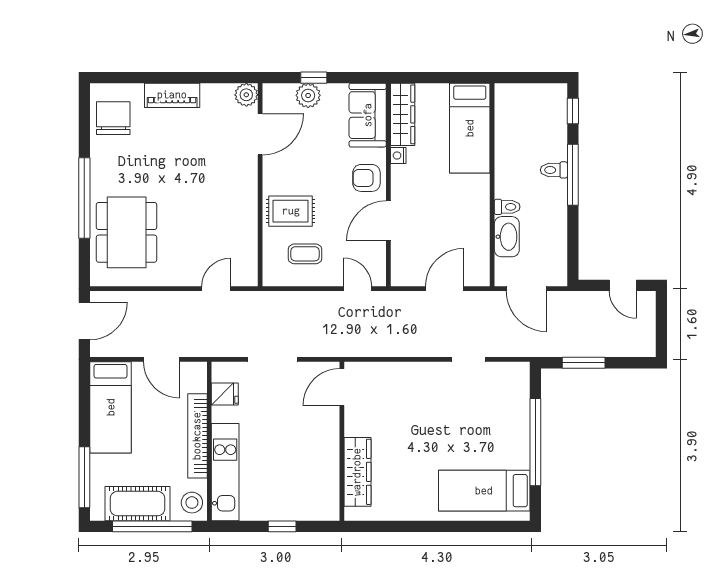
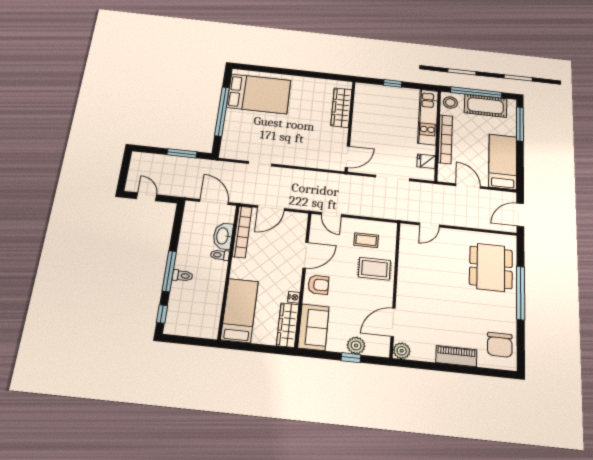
bookcase: (481, 246) -> (242, 232), added
bed: (484, 491) -> (259, 94), width x1.50

